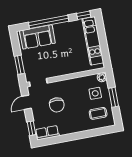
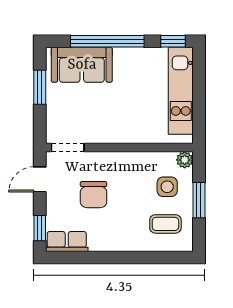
window: (19, 65) -> (40, 87), moved

